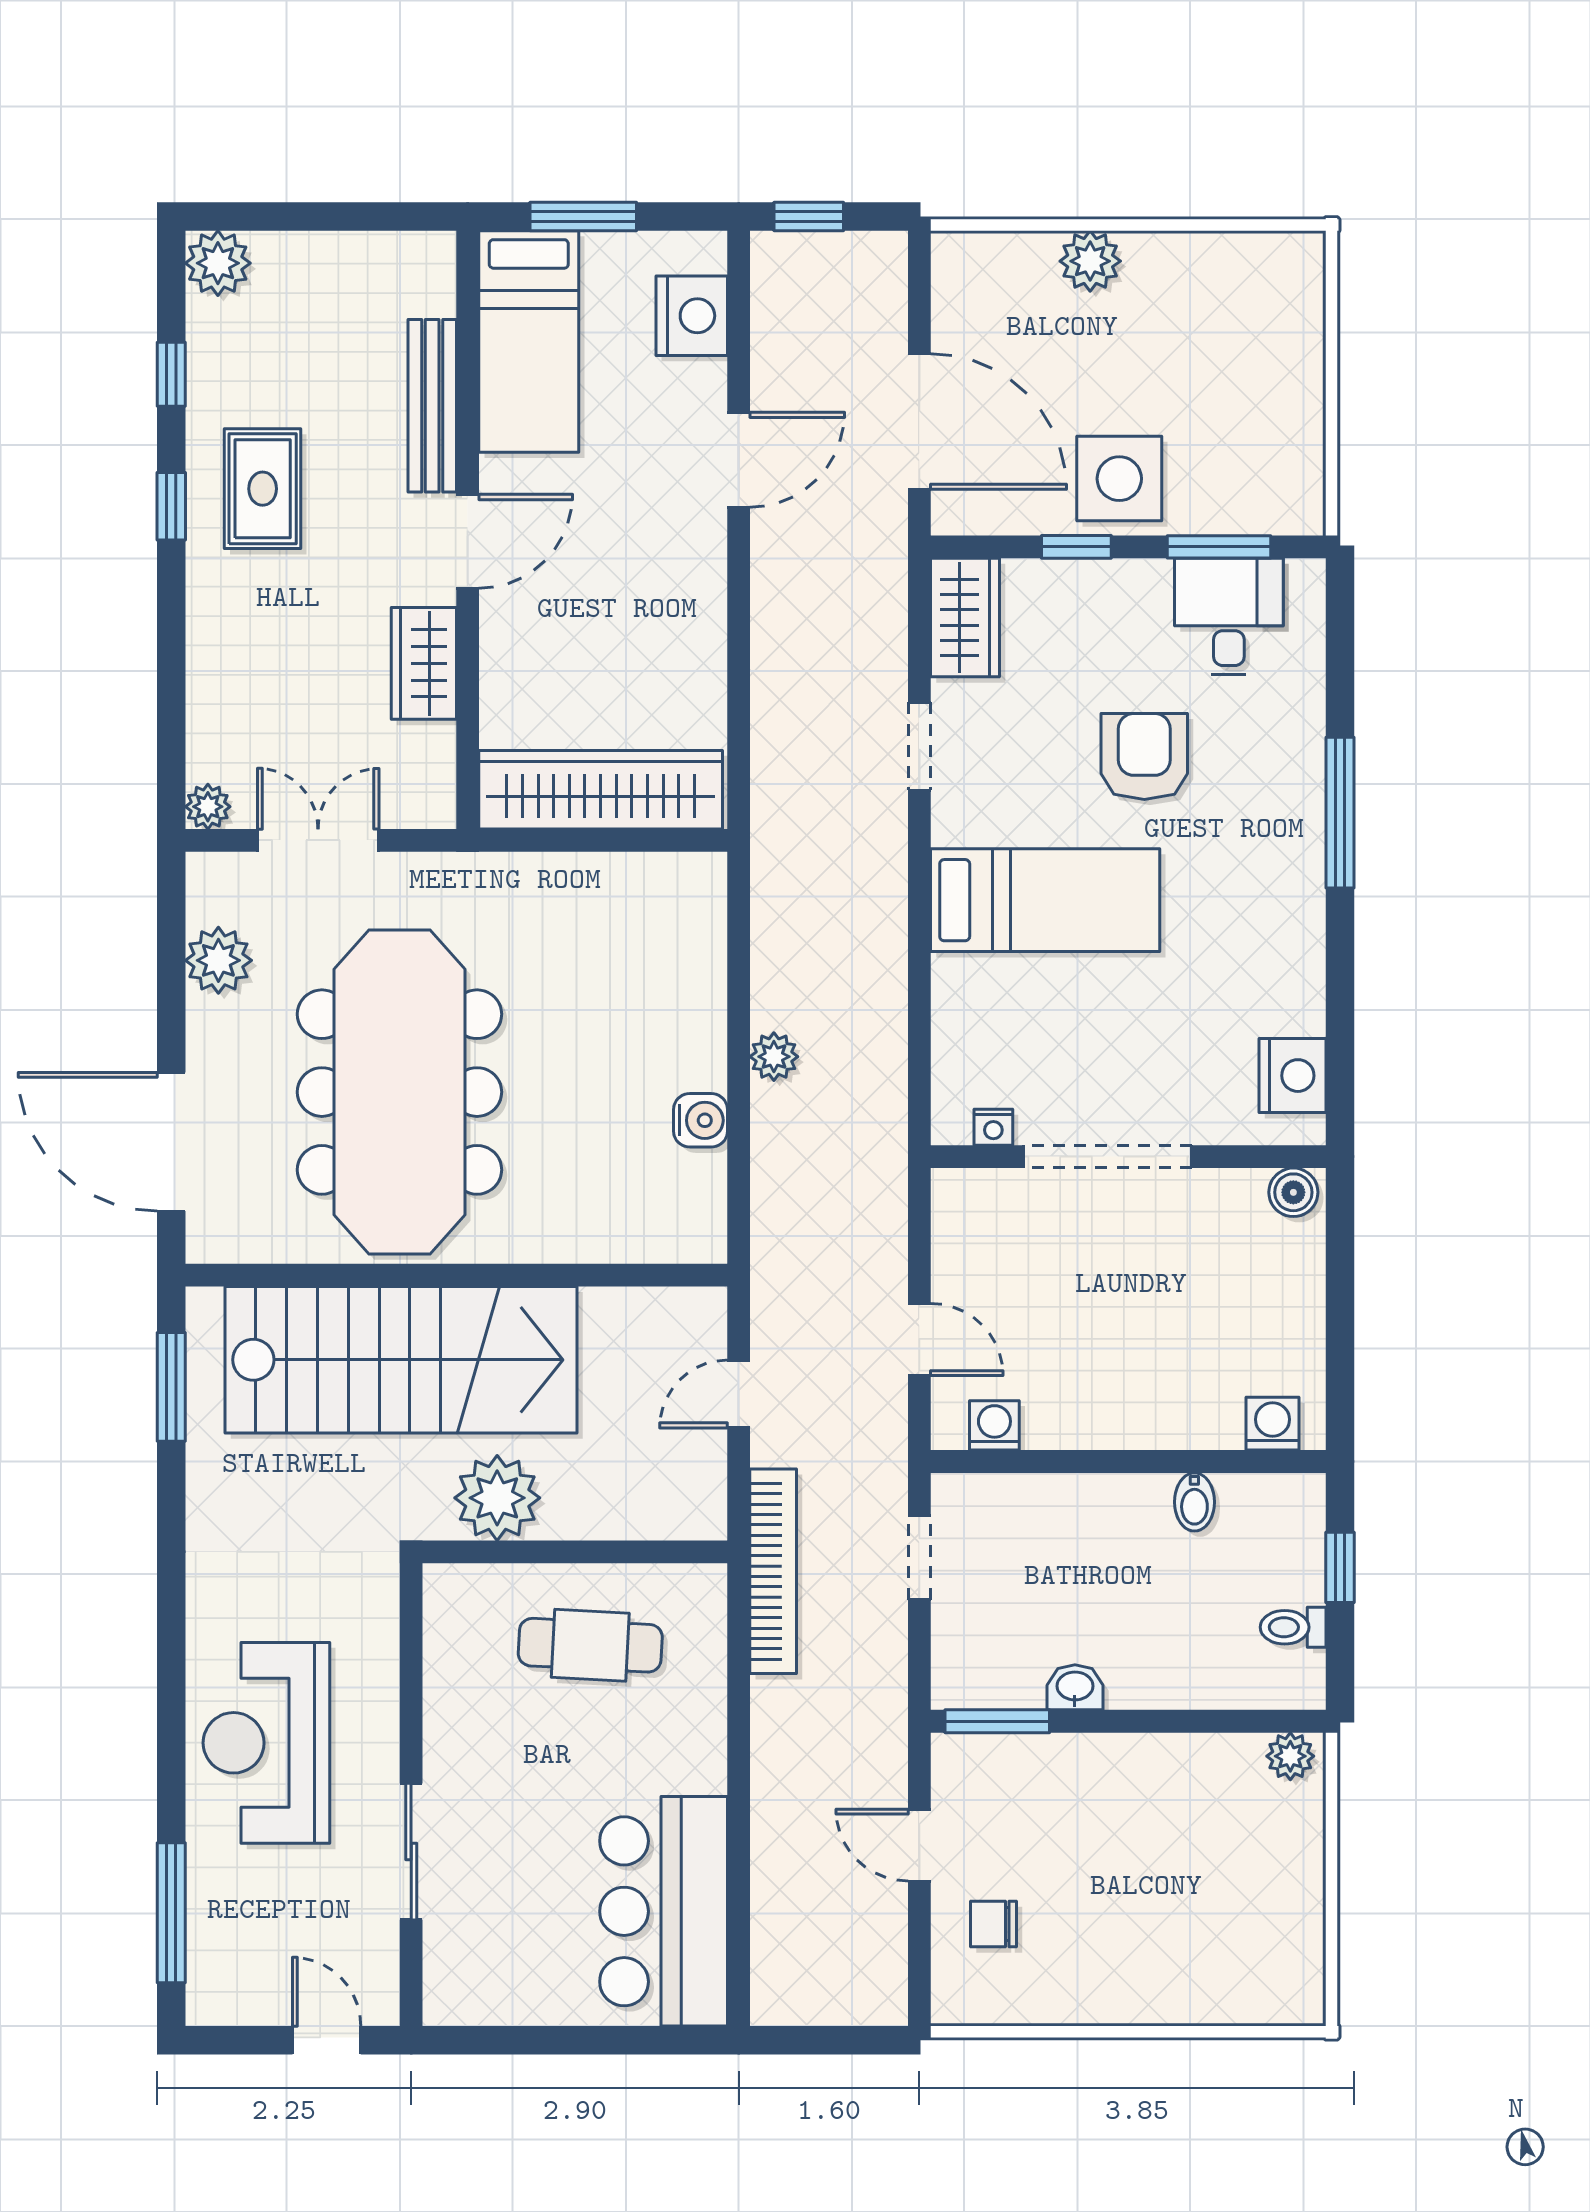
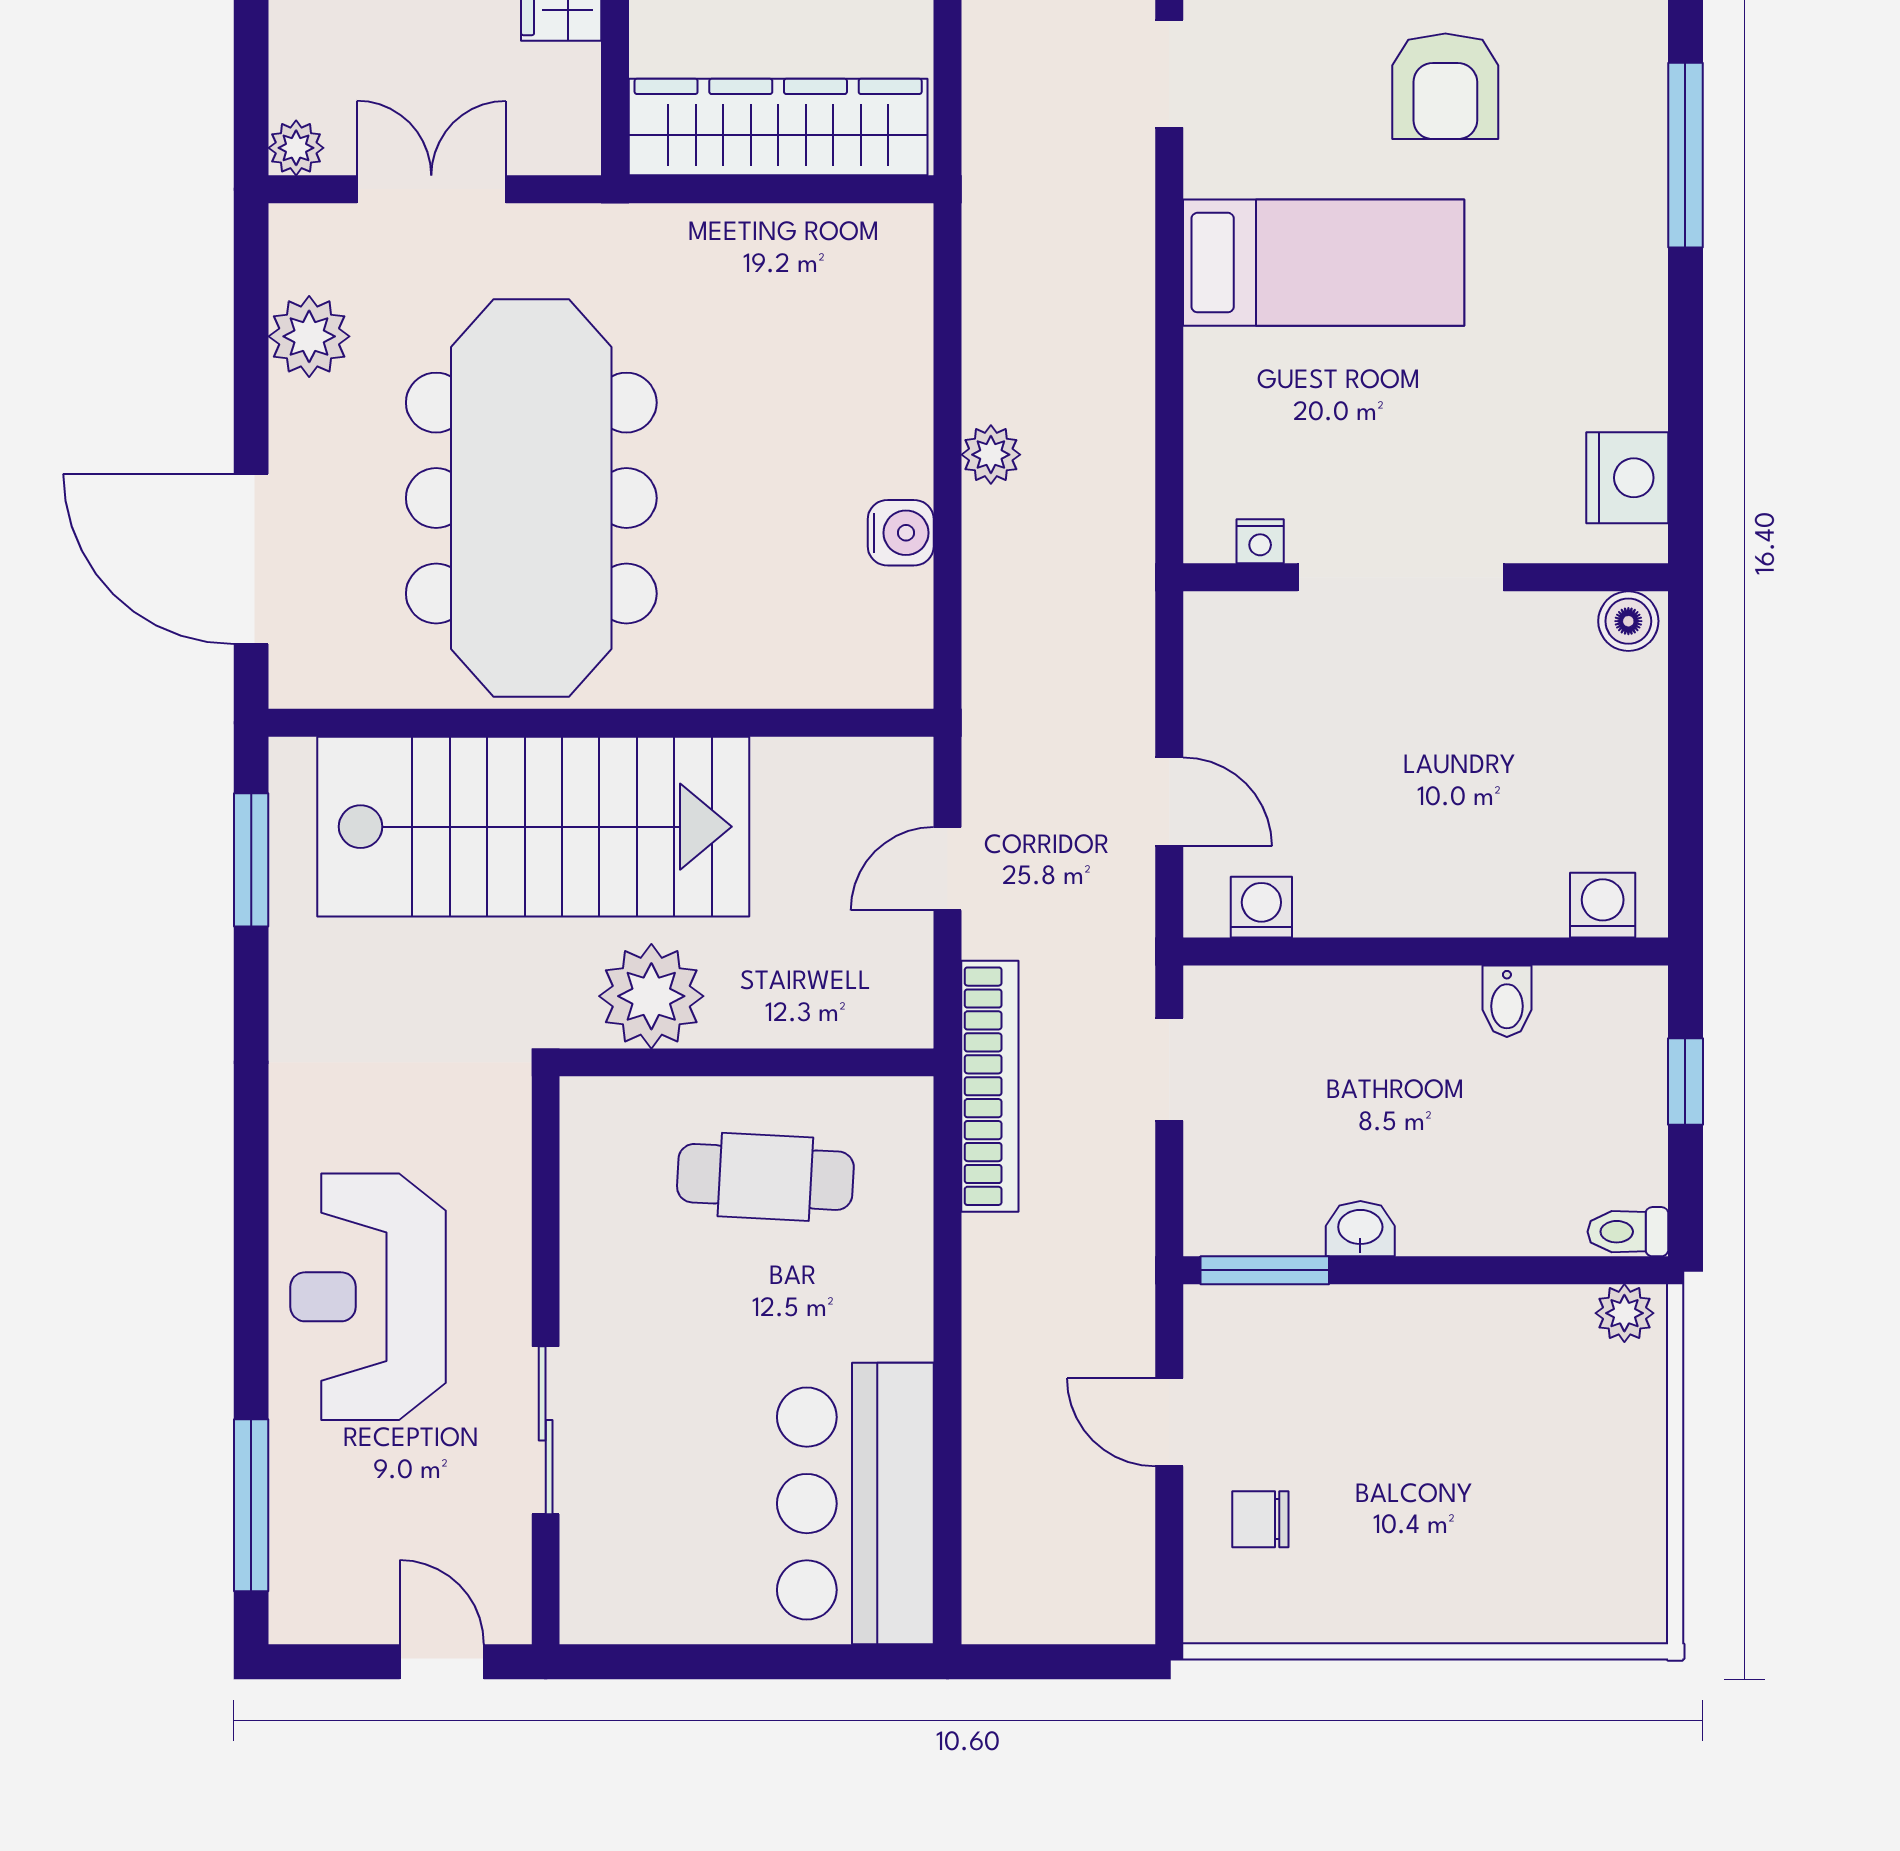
armchair: (1144, 756) -> (1445, 86), turned 180
toilet: (1293, 1627) -> (1628, 1232), moved

